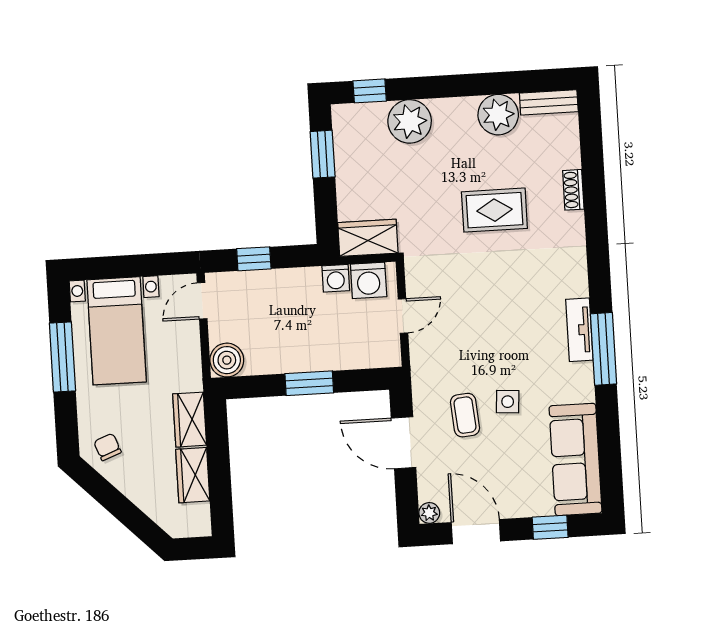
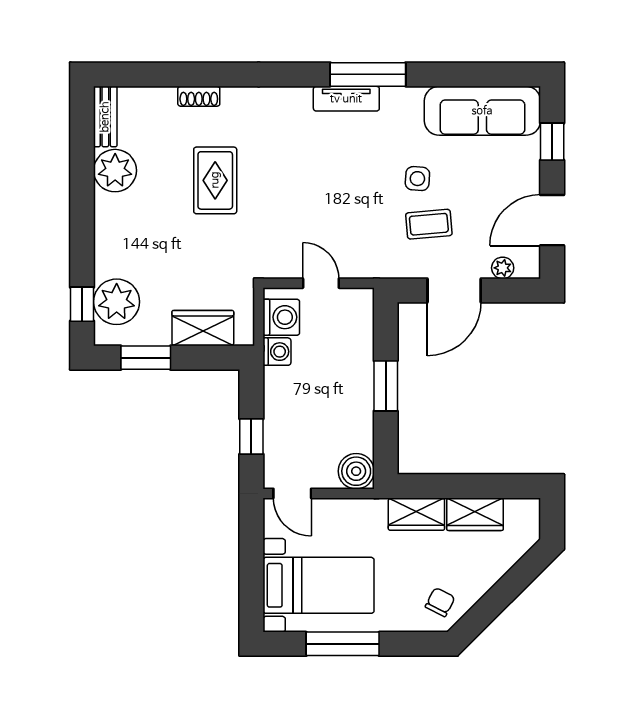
plant: (410, 121) -> (117, 302), moved
wardrobe: (368, 238) -> (203, 328), moved, turned 90
chair: (107, 447) -> (440, 602), turned 138
plant: (429, 513) -> (503, 268), moved

